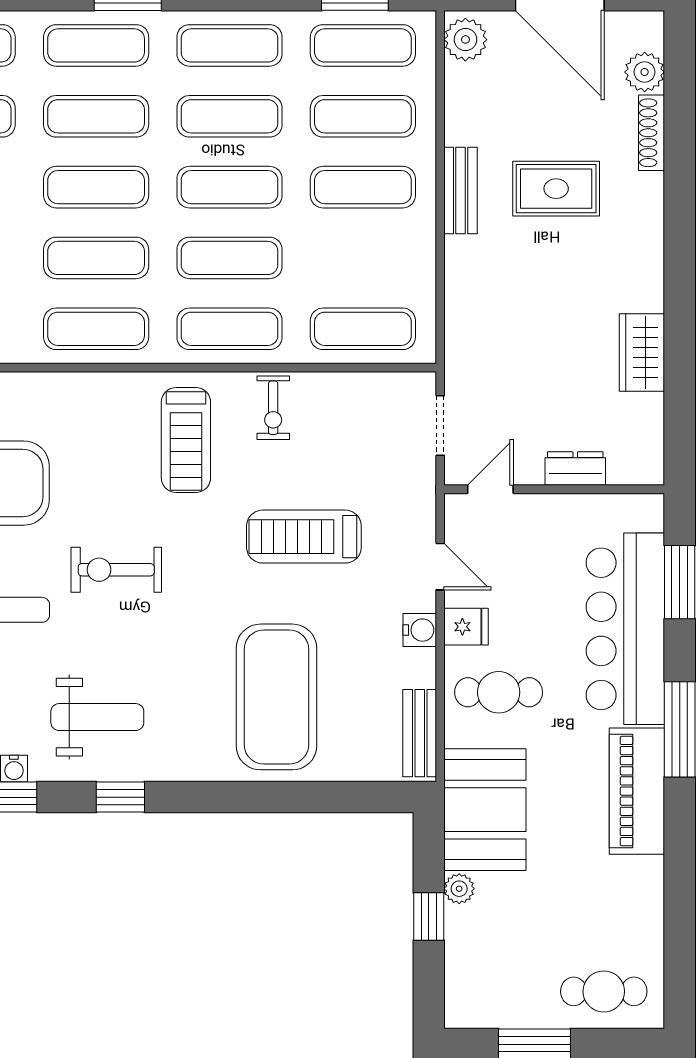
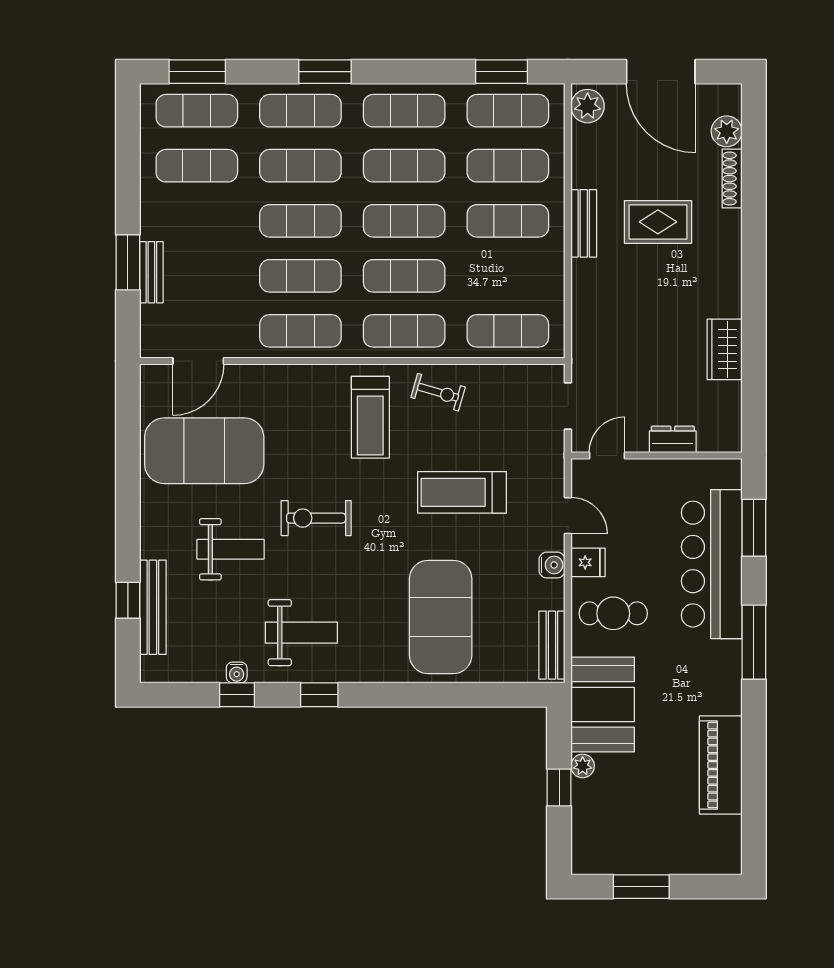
exercise bike: (273, 408) -> (438, 392), turned -74
piano: (637, 791) -> (721, 765), moved
cafe table: (604, 991) -> (695, 846), removed

